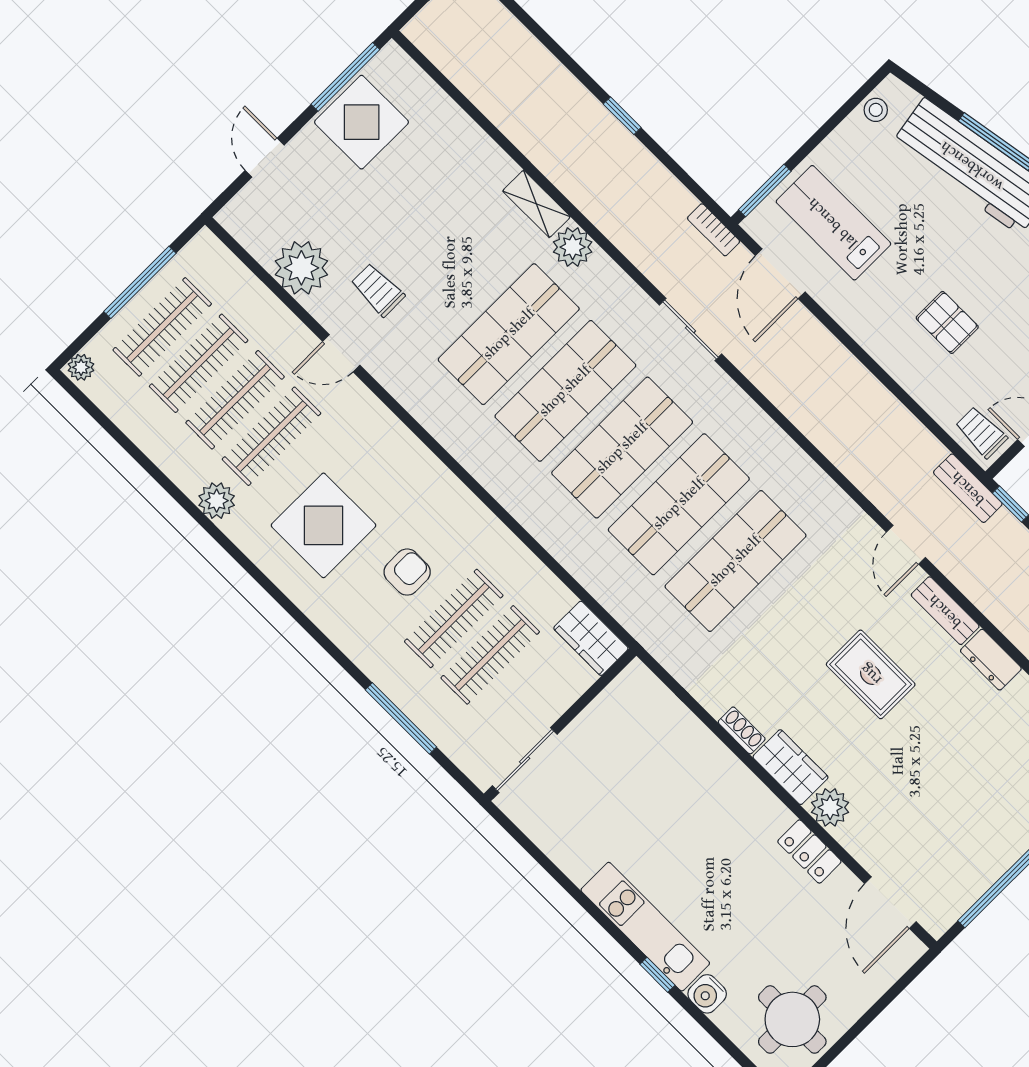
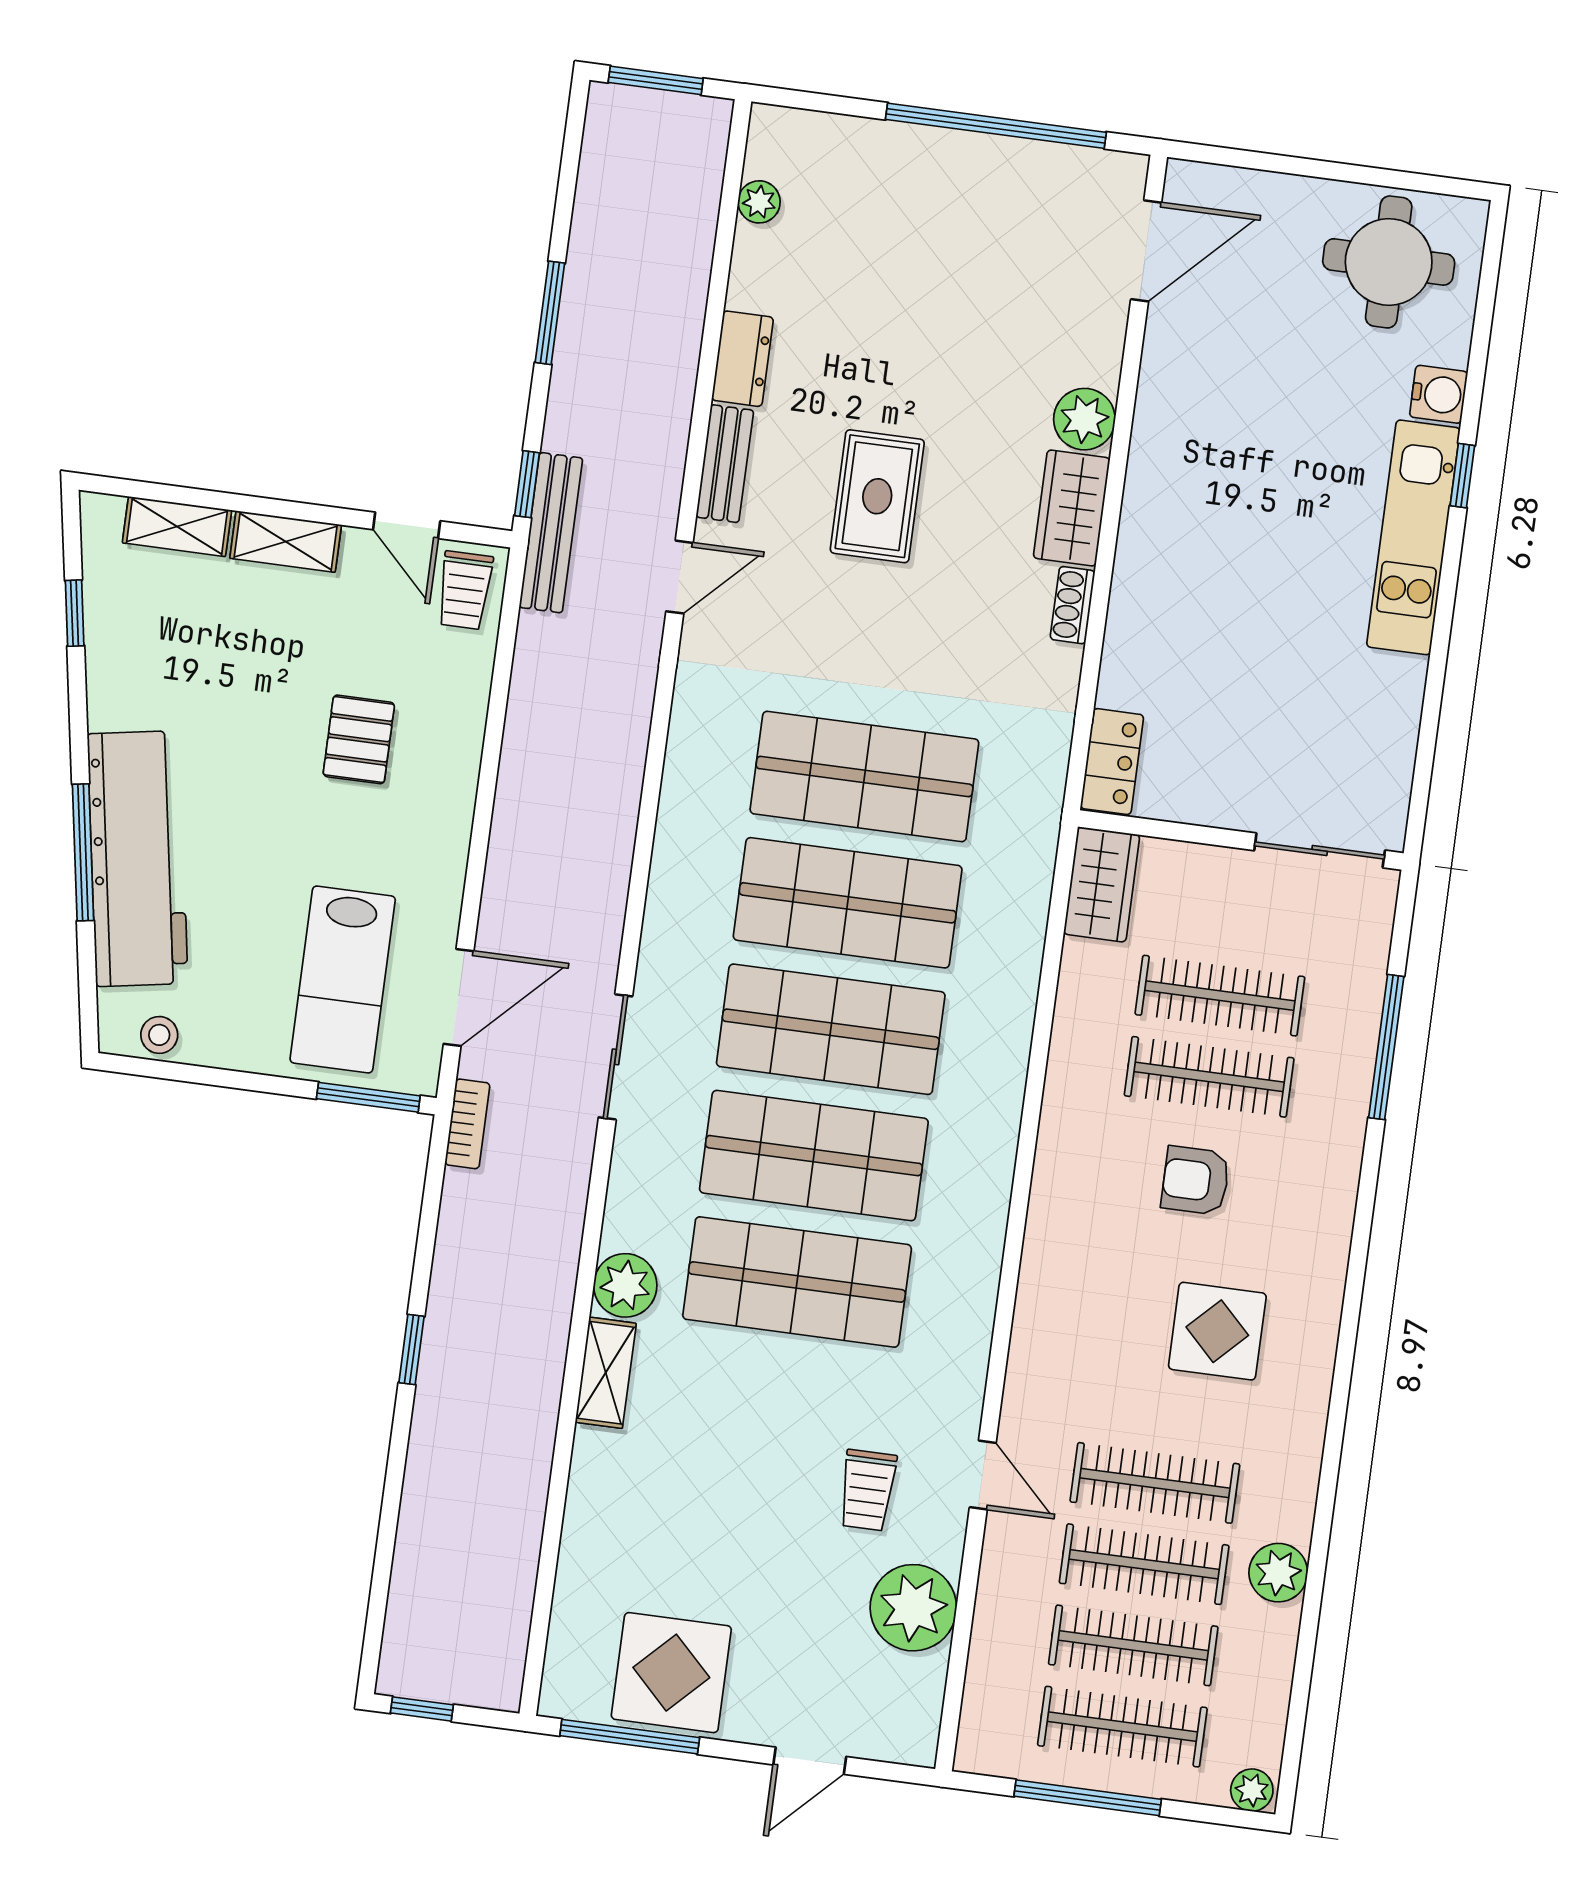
bench: (968, 488) -> (551, 533), width x1.36
plant: (217, 501) -> (1278, 1573), moved
display table: (324, 525) -> (1217, 1331), width x0.73, depth x0.73
locker: (809, 851) -> (1112, 762), moved

